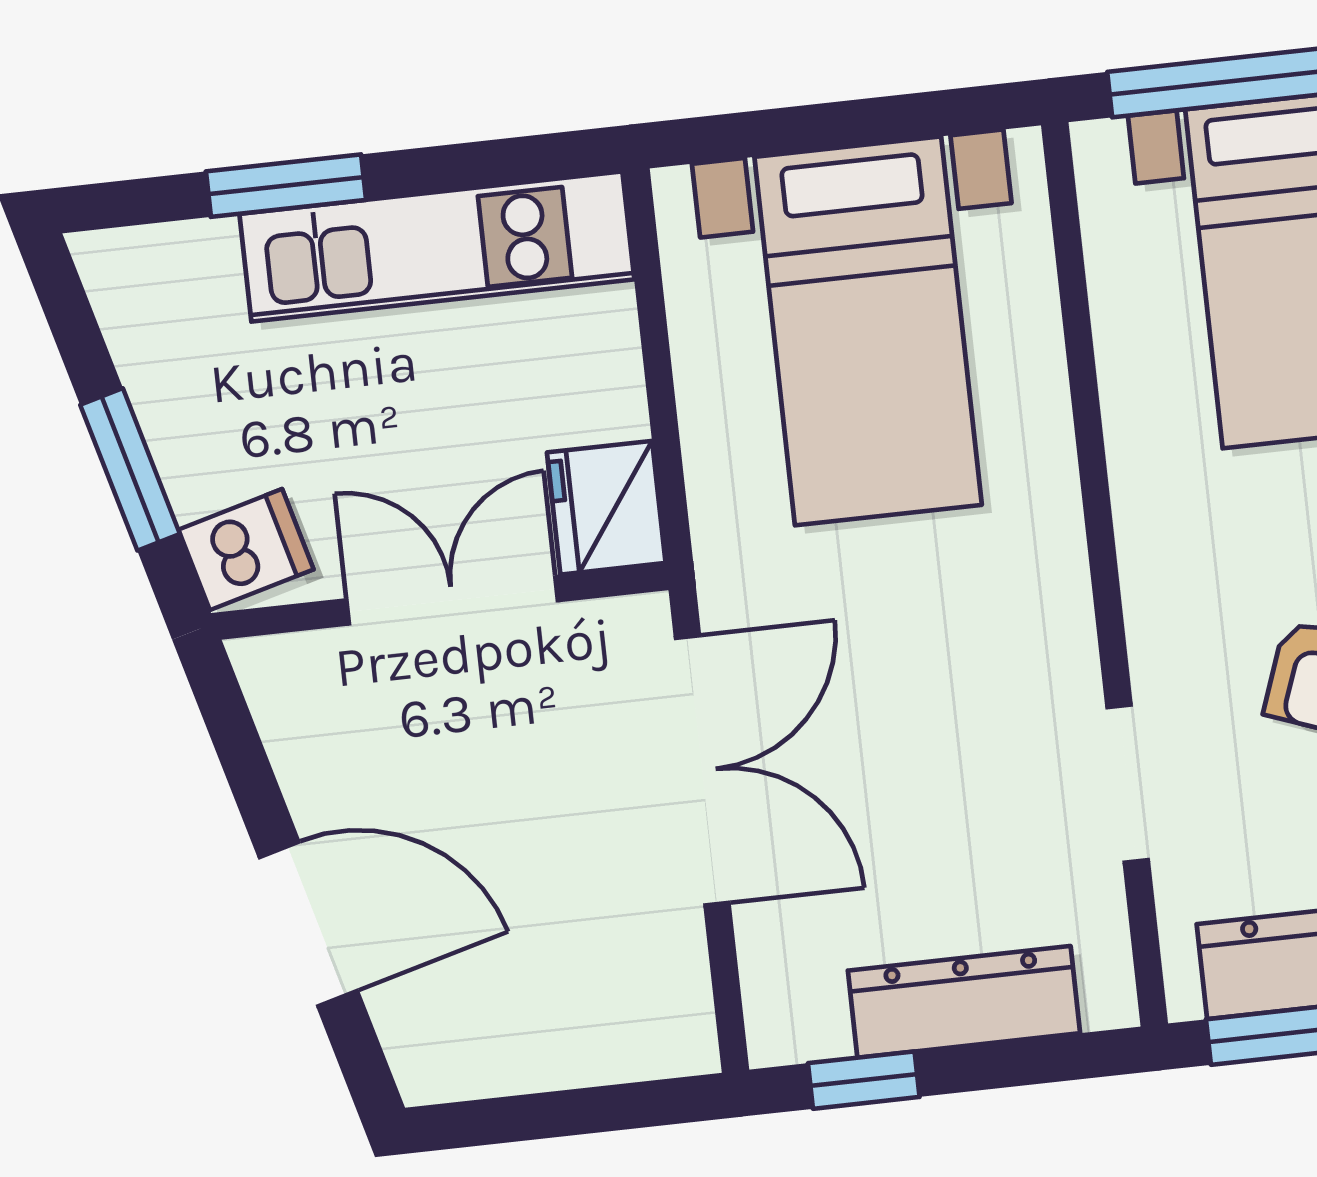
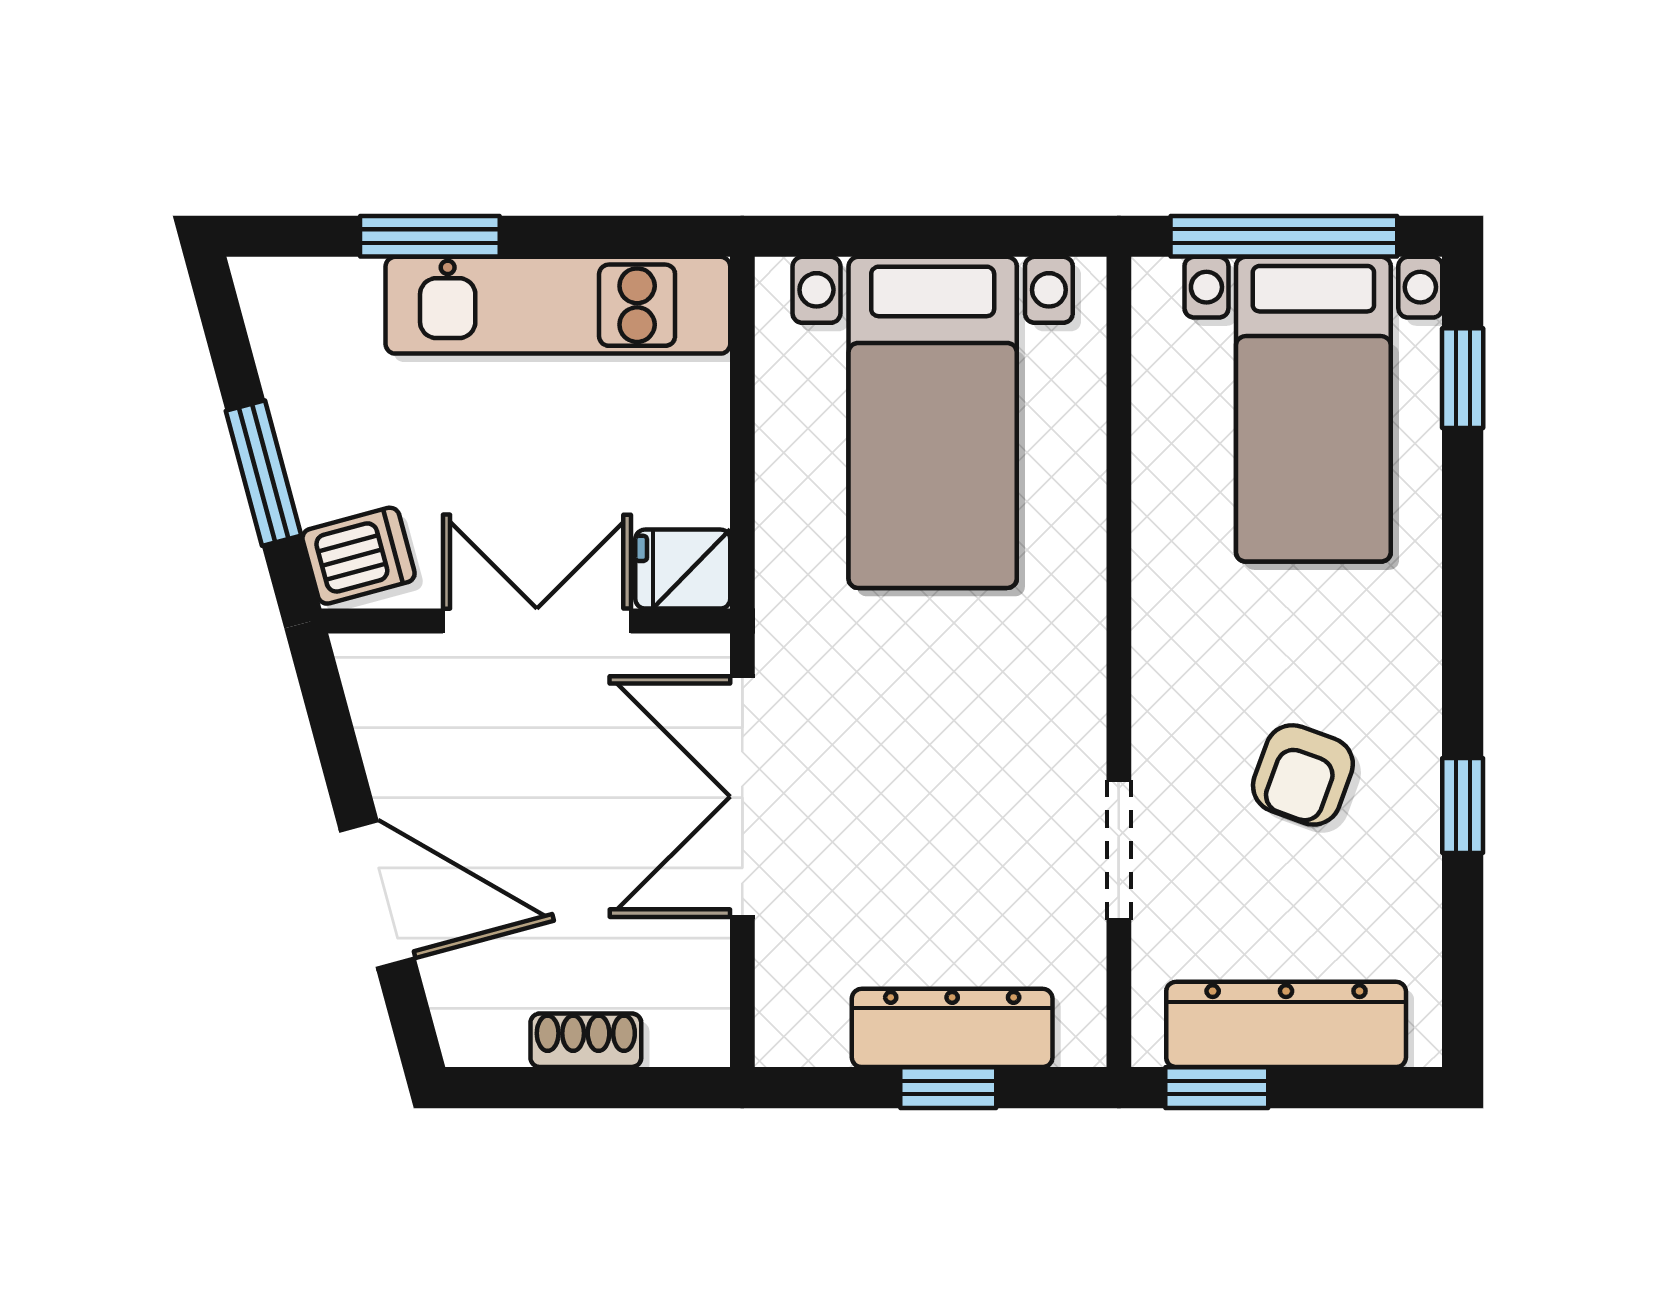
fridge: (606, 508) -> (683, 569), width x0.72
double door: (702, 770) -> (742, 797), swing flipped
shoe rack: (558, 1061) -> (586, 1040), added
window: (864, 1080) -> (948, 1088), moved

